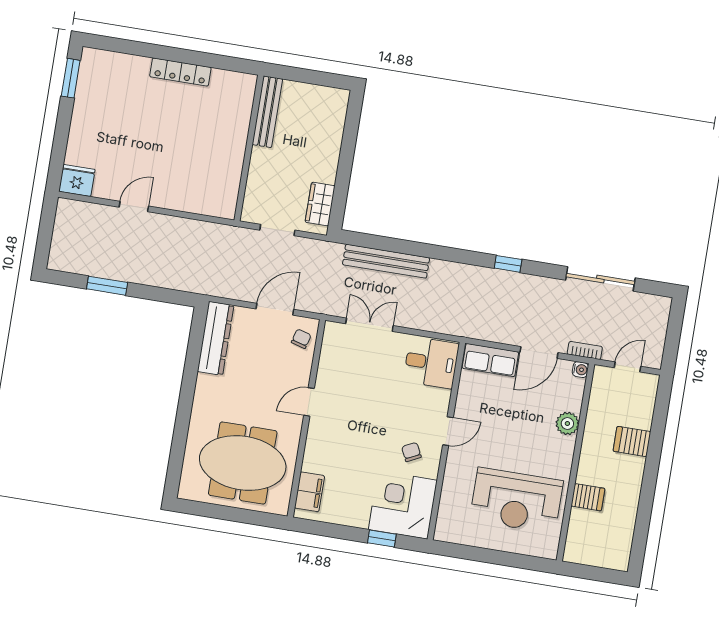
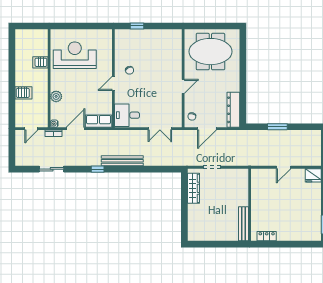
locker: (180, 72) -> (267, 236), width x0.66
bench: (267, 112) -> (243, 224), moved
wall: (249, 148) -> (250, 205), moved
wardrobe: (320, 204) -> (193, 188), width x1.50
bench: (386, 261) -> (122, 161), moved
sliding door: (600, 279) -> (52, 169), width x0.73
window: (107, 286) -> (277, 127), moved
filing cabinet: (309, 492) -> (176, 43), removed
corner desk: (403, 505) -> (129, 44), removed

